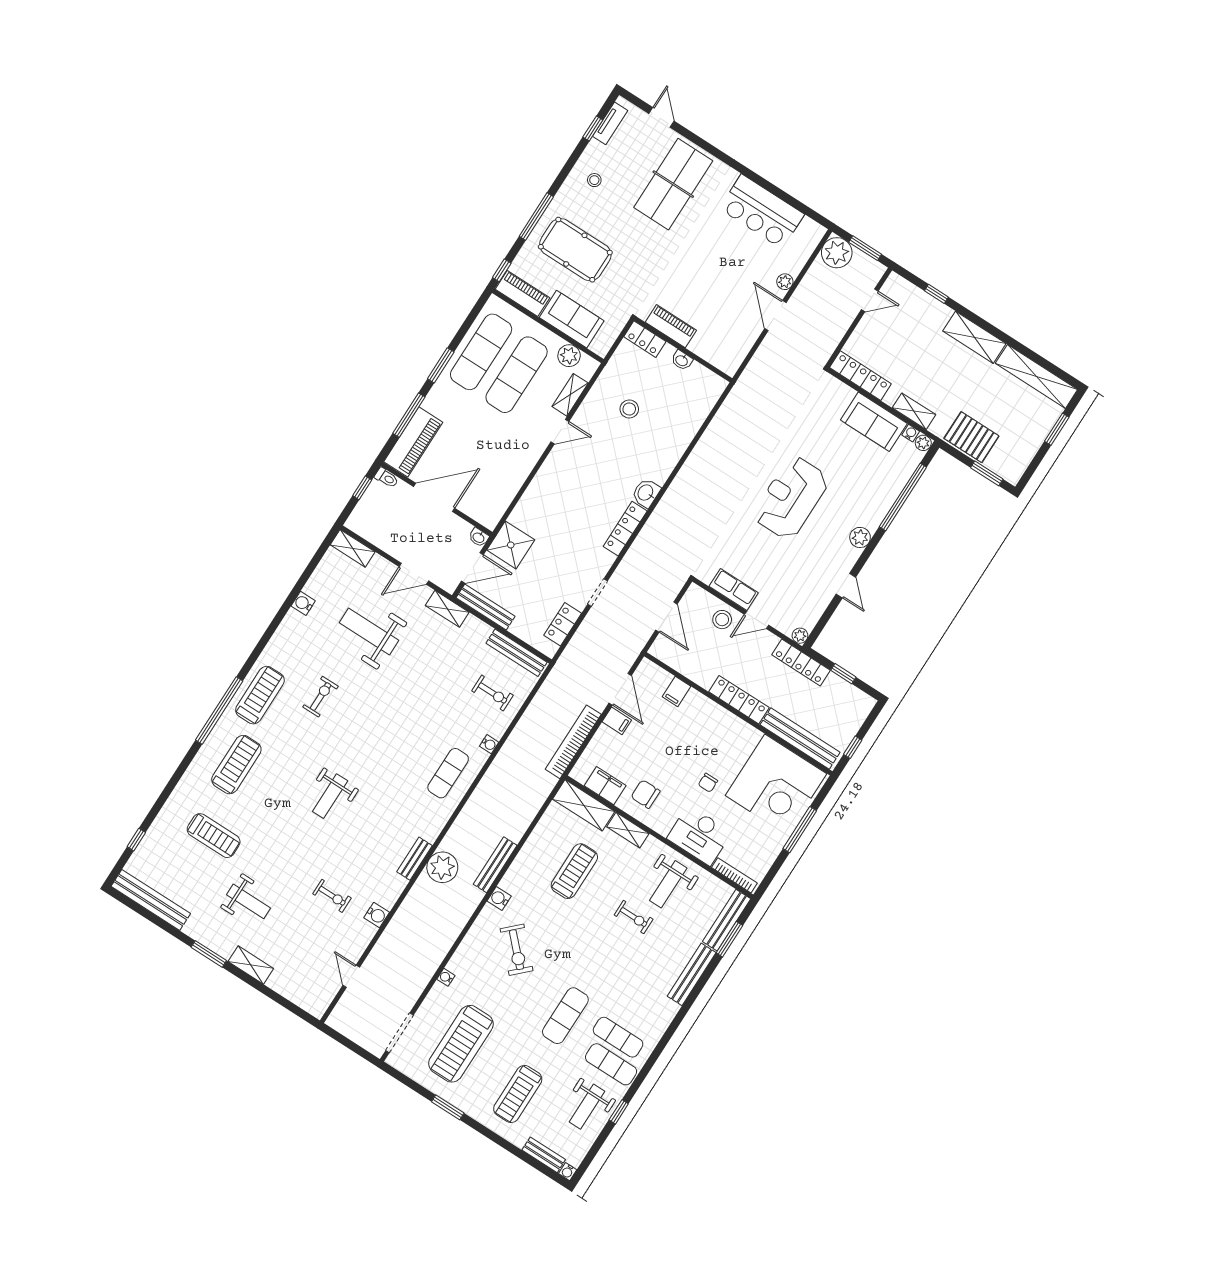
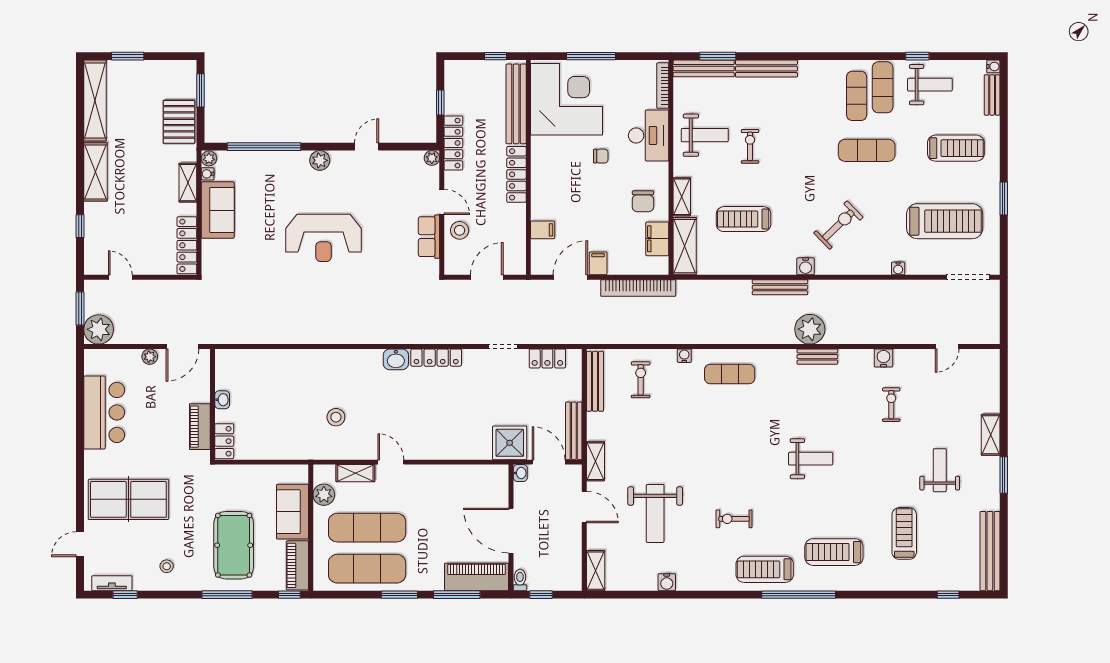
piano: (671, 326) -> (200, 427), moved
locker: (645, 339) -> (224, 441), moved
wall: (683, 349) -> (213, 404), moved
washbasin: (682, 360) -> (222, 400), moved

